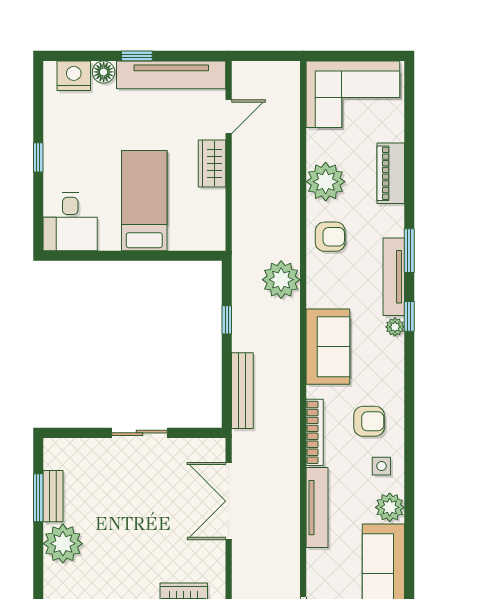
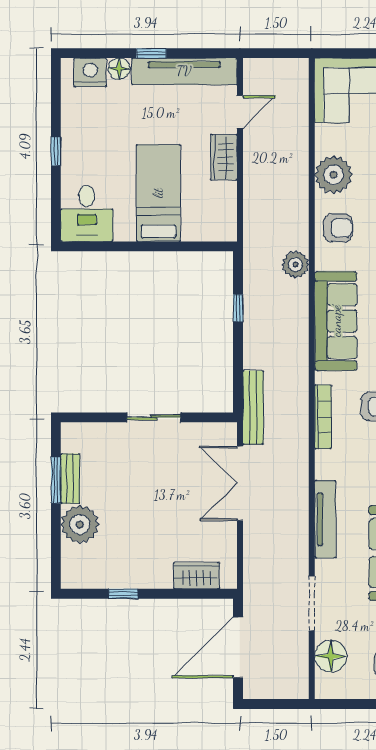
plant: (281, 280) -> (295, 264), width x0.73, depth x0.73
sofa: (328, 347) -> (336, 321), width x1.36
bench: (242, 391) -> (253, 408), moved
tv unit: (317, 508) -> (325, 519), moved

